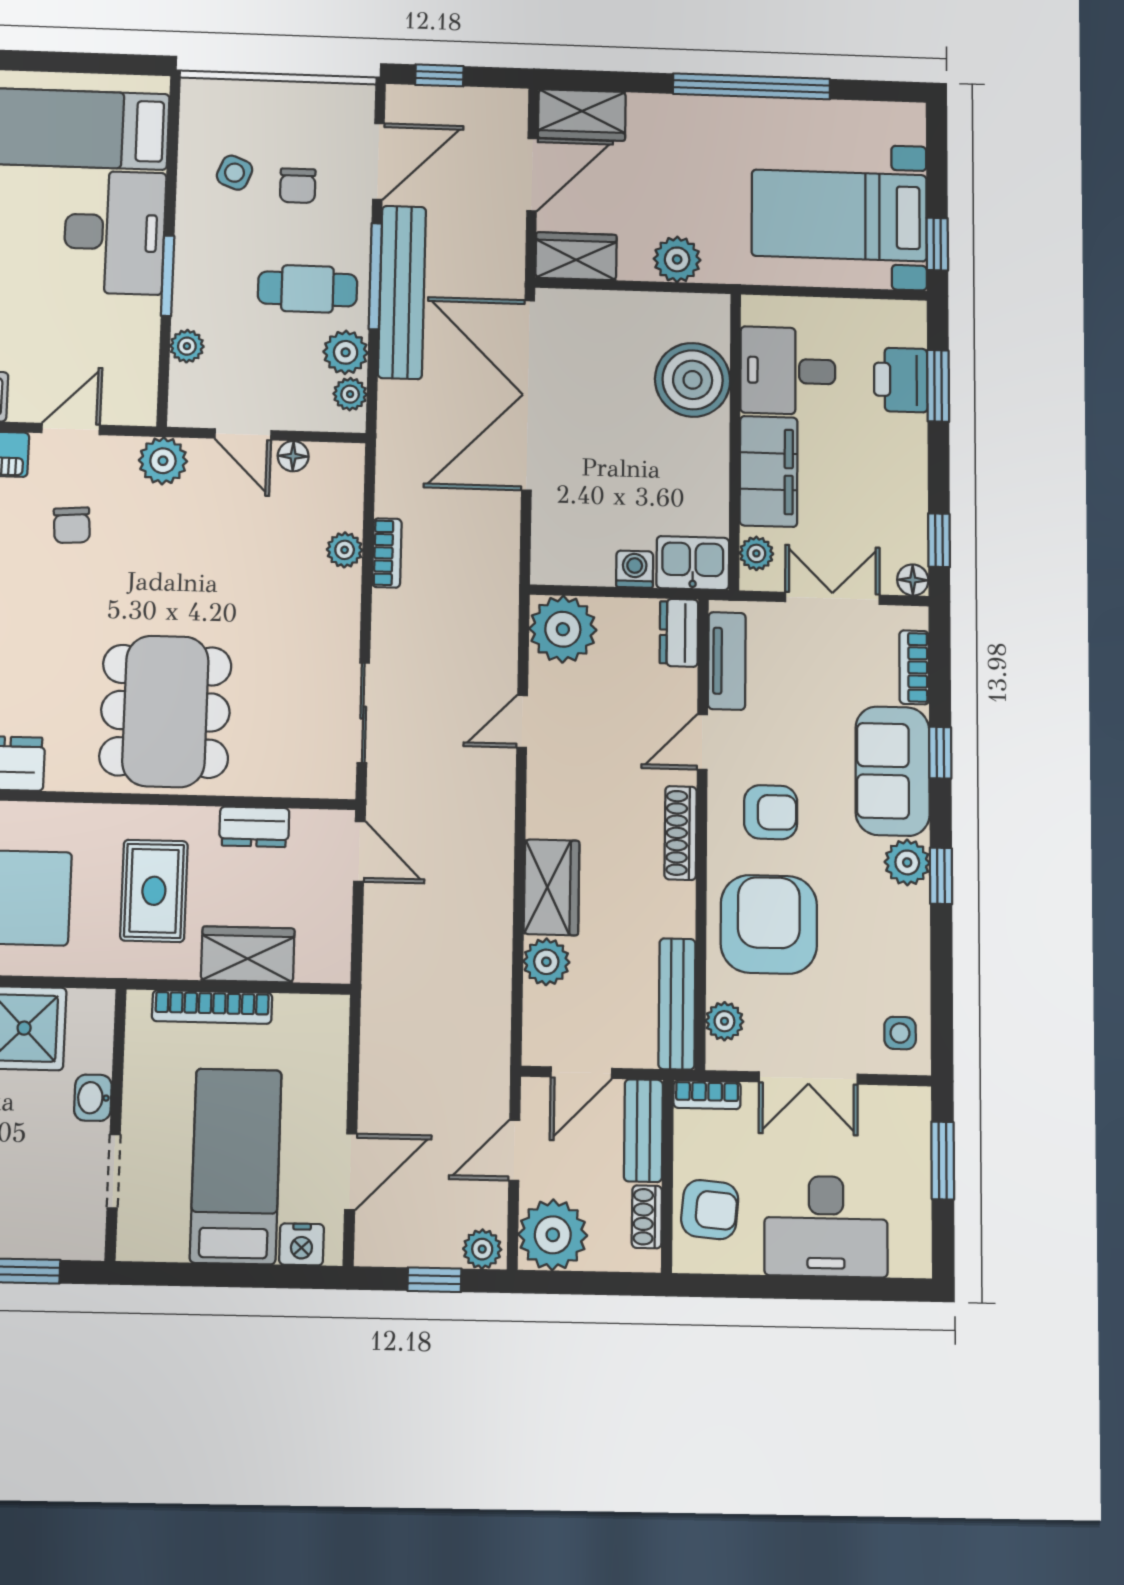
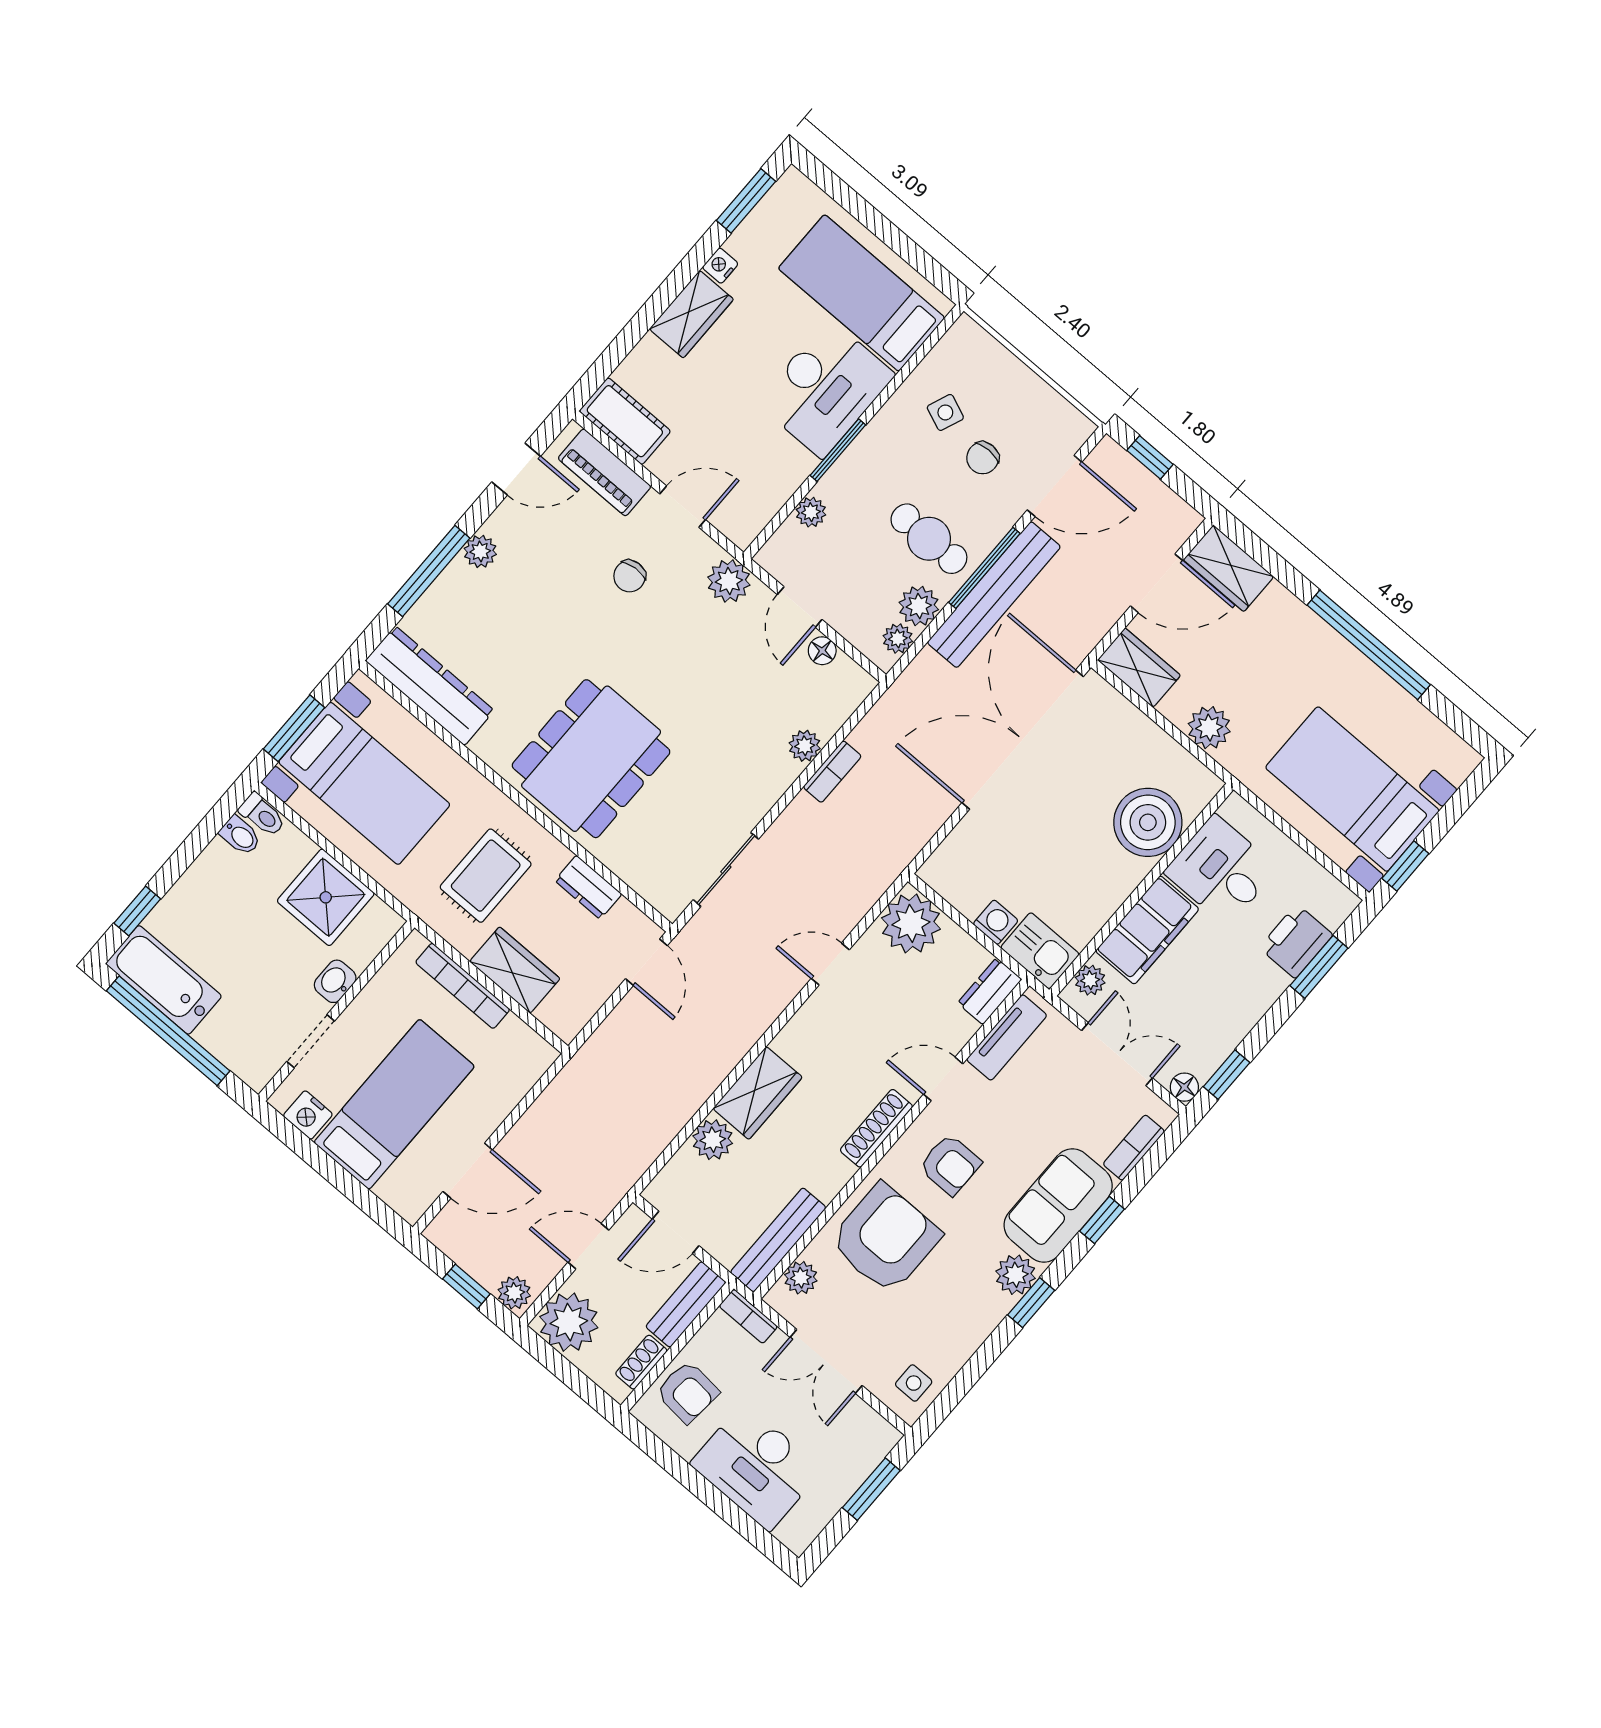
nightstand: (302, 1244) -> (308, 1115), moved

